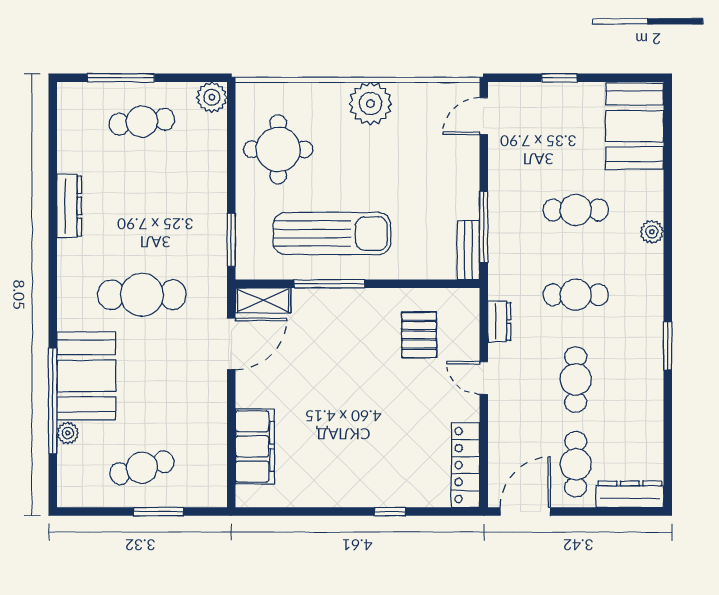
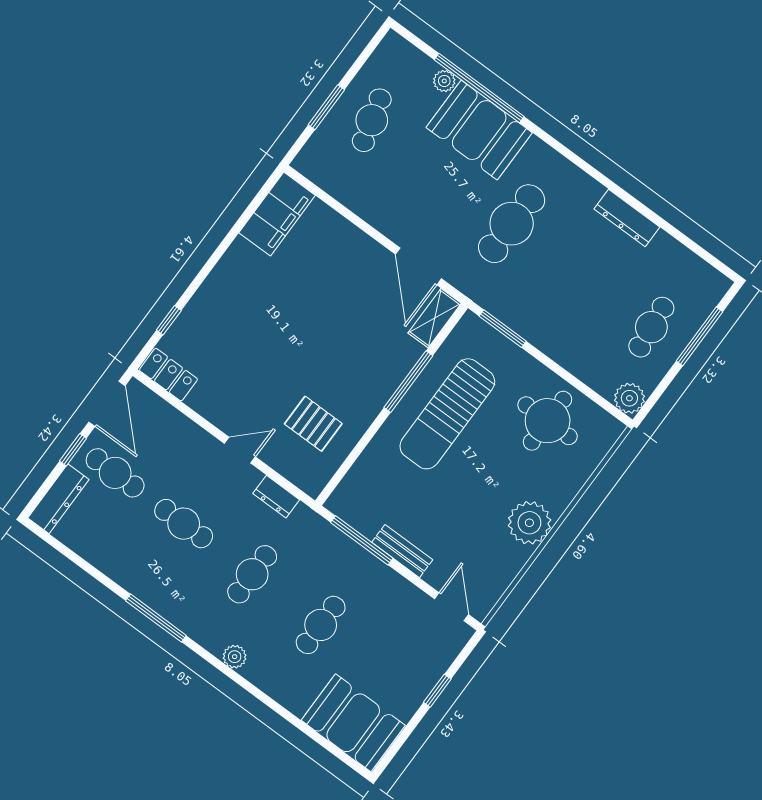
plant: (652, 232) -> (235, 657), moved
bench: (468, 250) -> (402, 551), moved
window: (668, 346) -> (156, 618), width x1.44
filing cabinet: (255, 446) -> (277, 214), moved, turned -90
locker: (466, 465) -> (168, 375), width x0.66
window: (390, 512) -> (169, 320), moved
window: (582, 512) -> (73, 450), added

